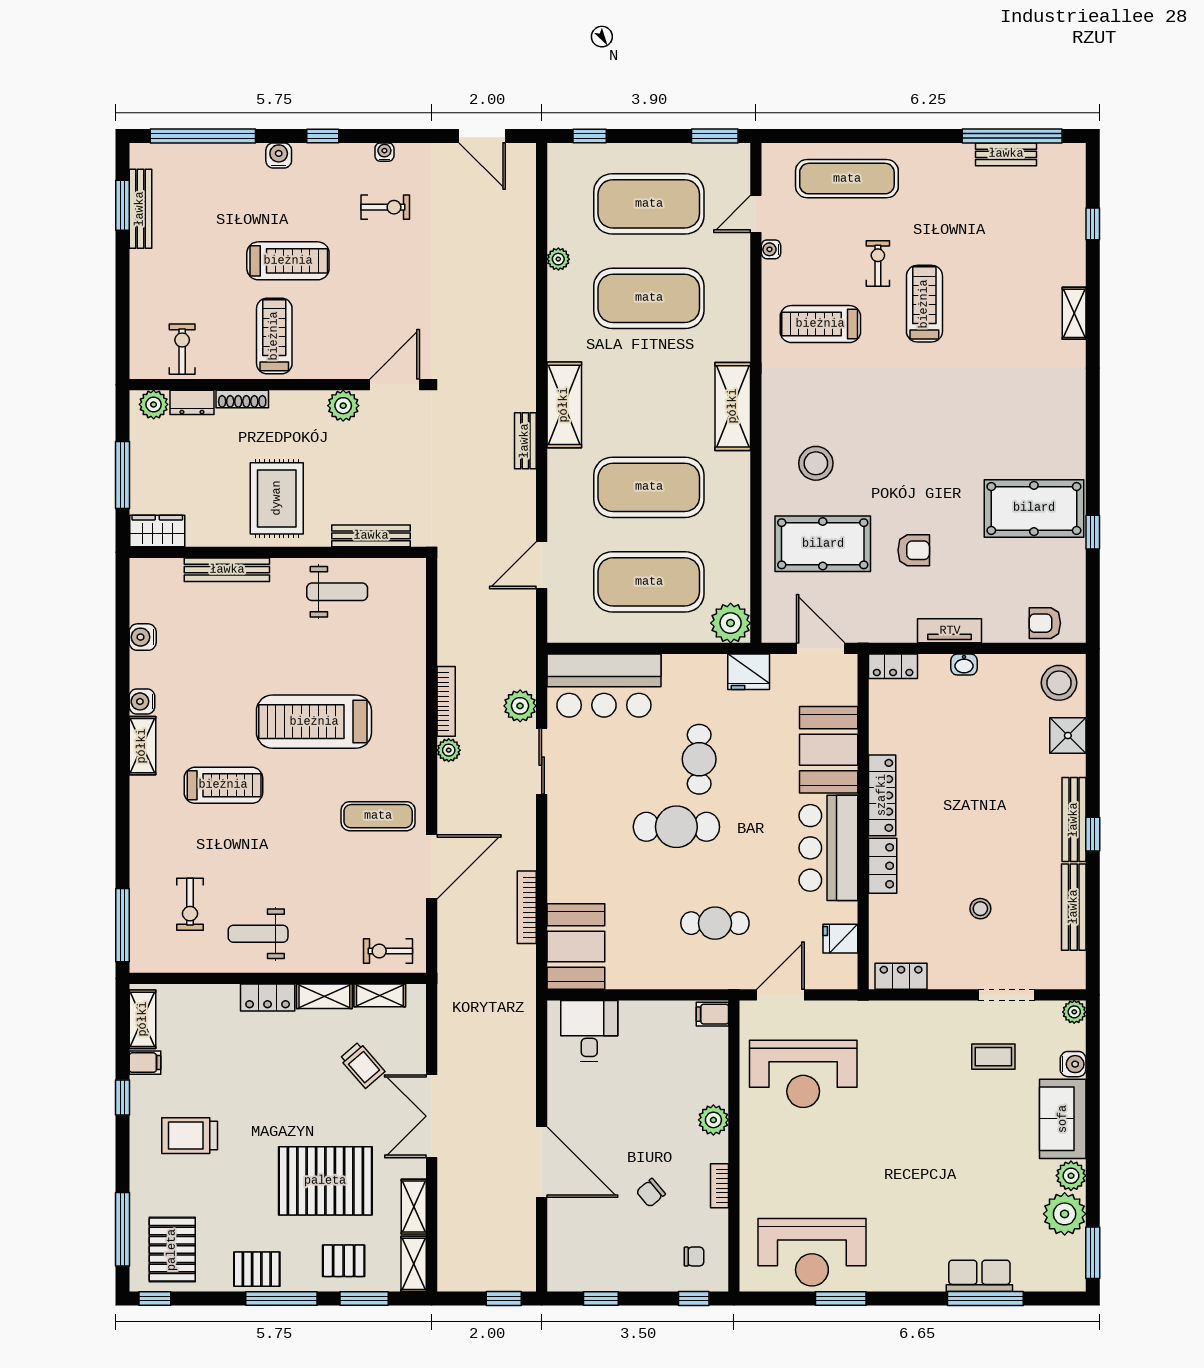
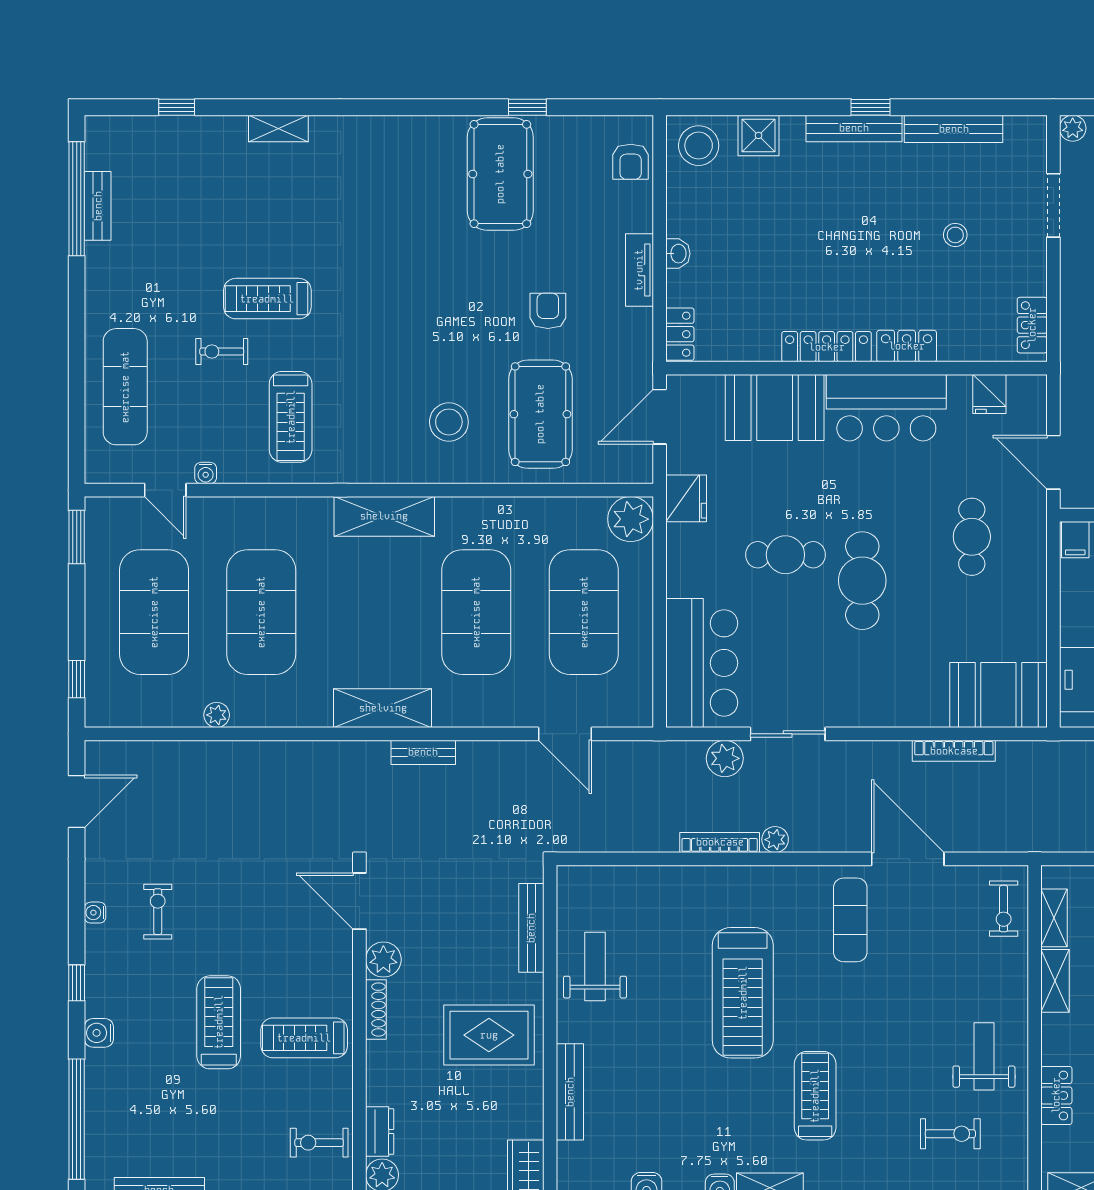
shoe rack: (242, 399) -> (376, 1010), moved
weight bench: (258, 934) -> (984, 1056), turned 180
locker: (268, 997) -> (1056, 1095), moved

